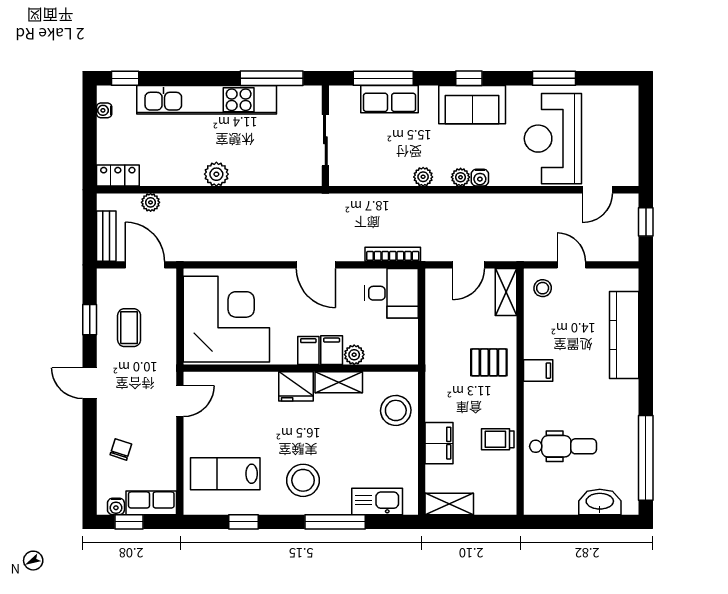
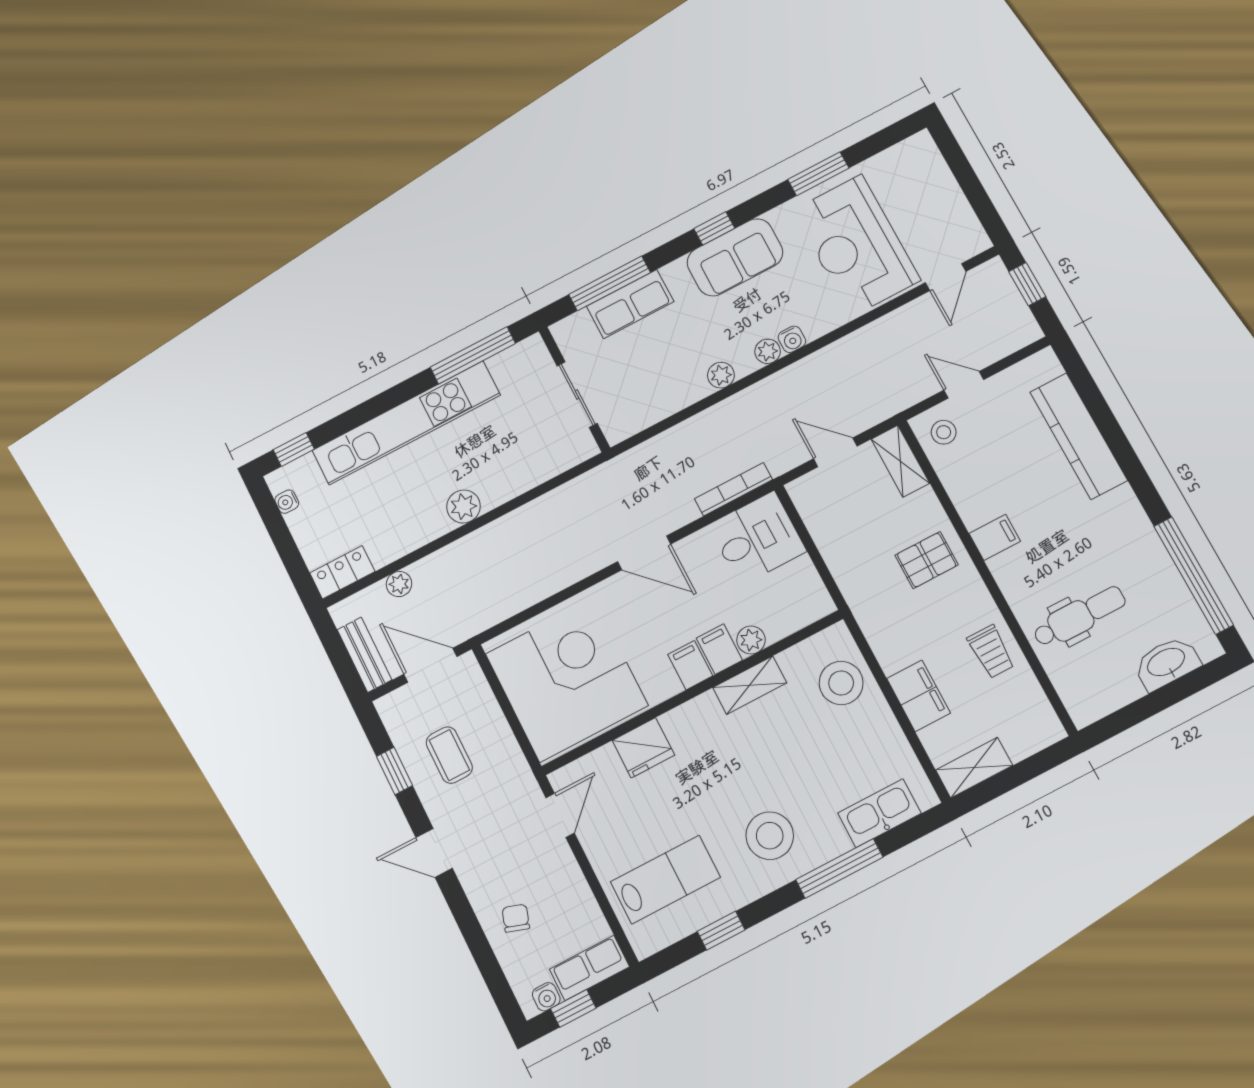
door: (469, 265) -> (835, 452), swing flipped
fridge: (296, 386) -> (643, 748), moved
trolley: (498, 439) -> (991, 652), turned -90
lab bench: (225, 474) -> (665, 880), turned 180

